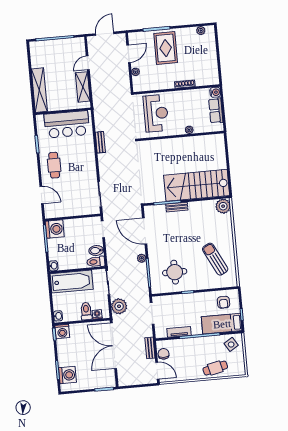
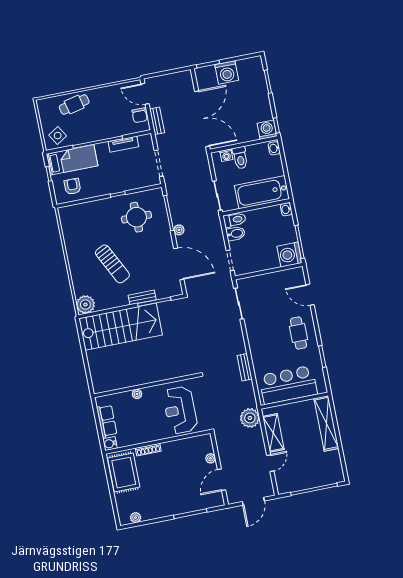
rug: (166, 48) -> (124, 473), moved
sun lounger: (215, 259) -> (112, 264), moved
plant: (119, 306) -> (250, 418), moved
washing machine: (67, 375) -> (227, 72), moved, turned -90

